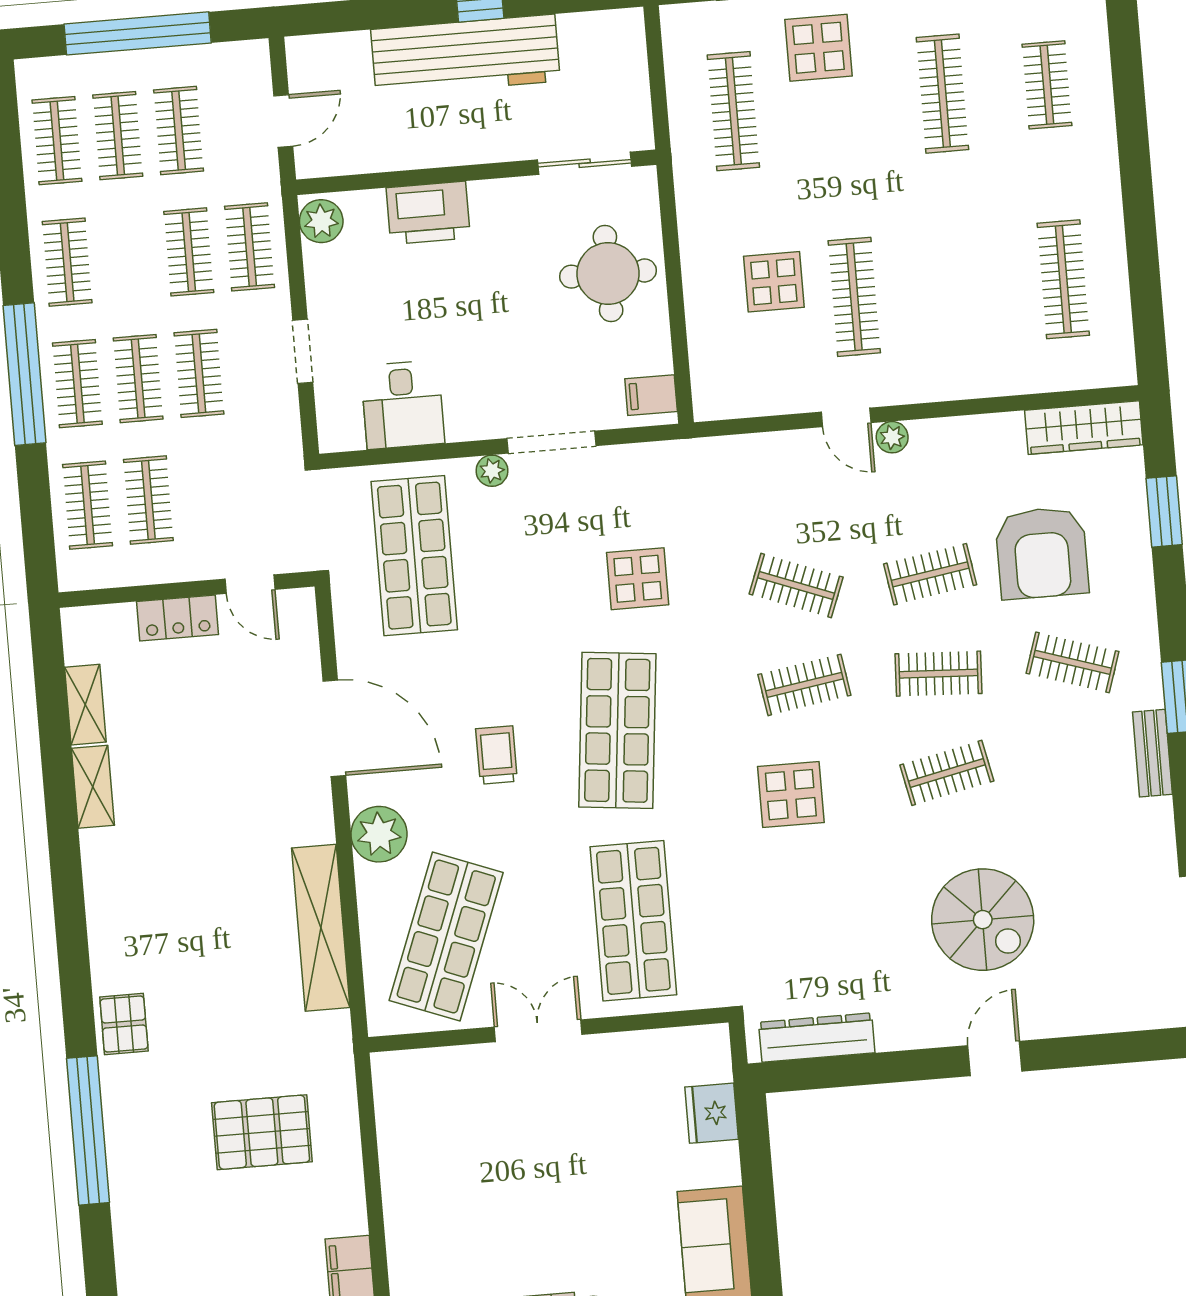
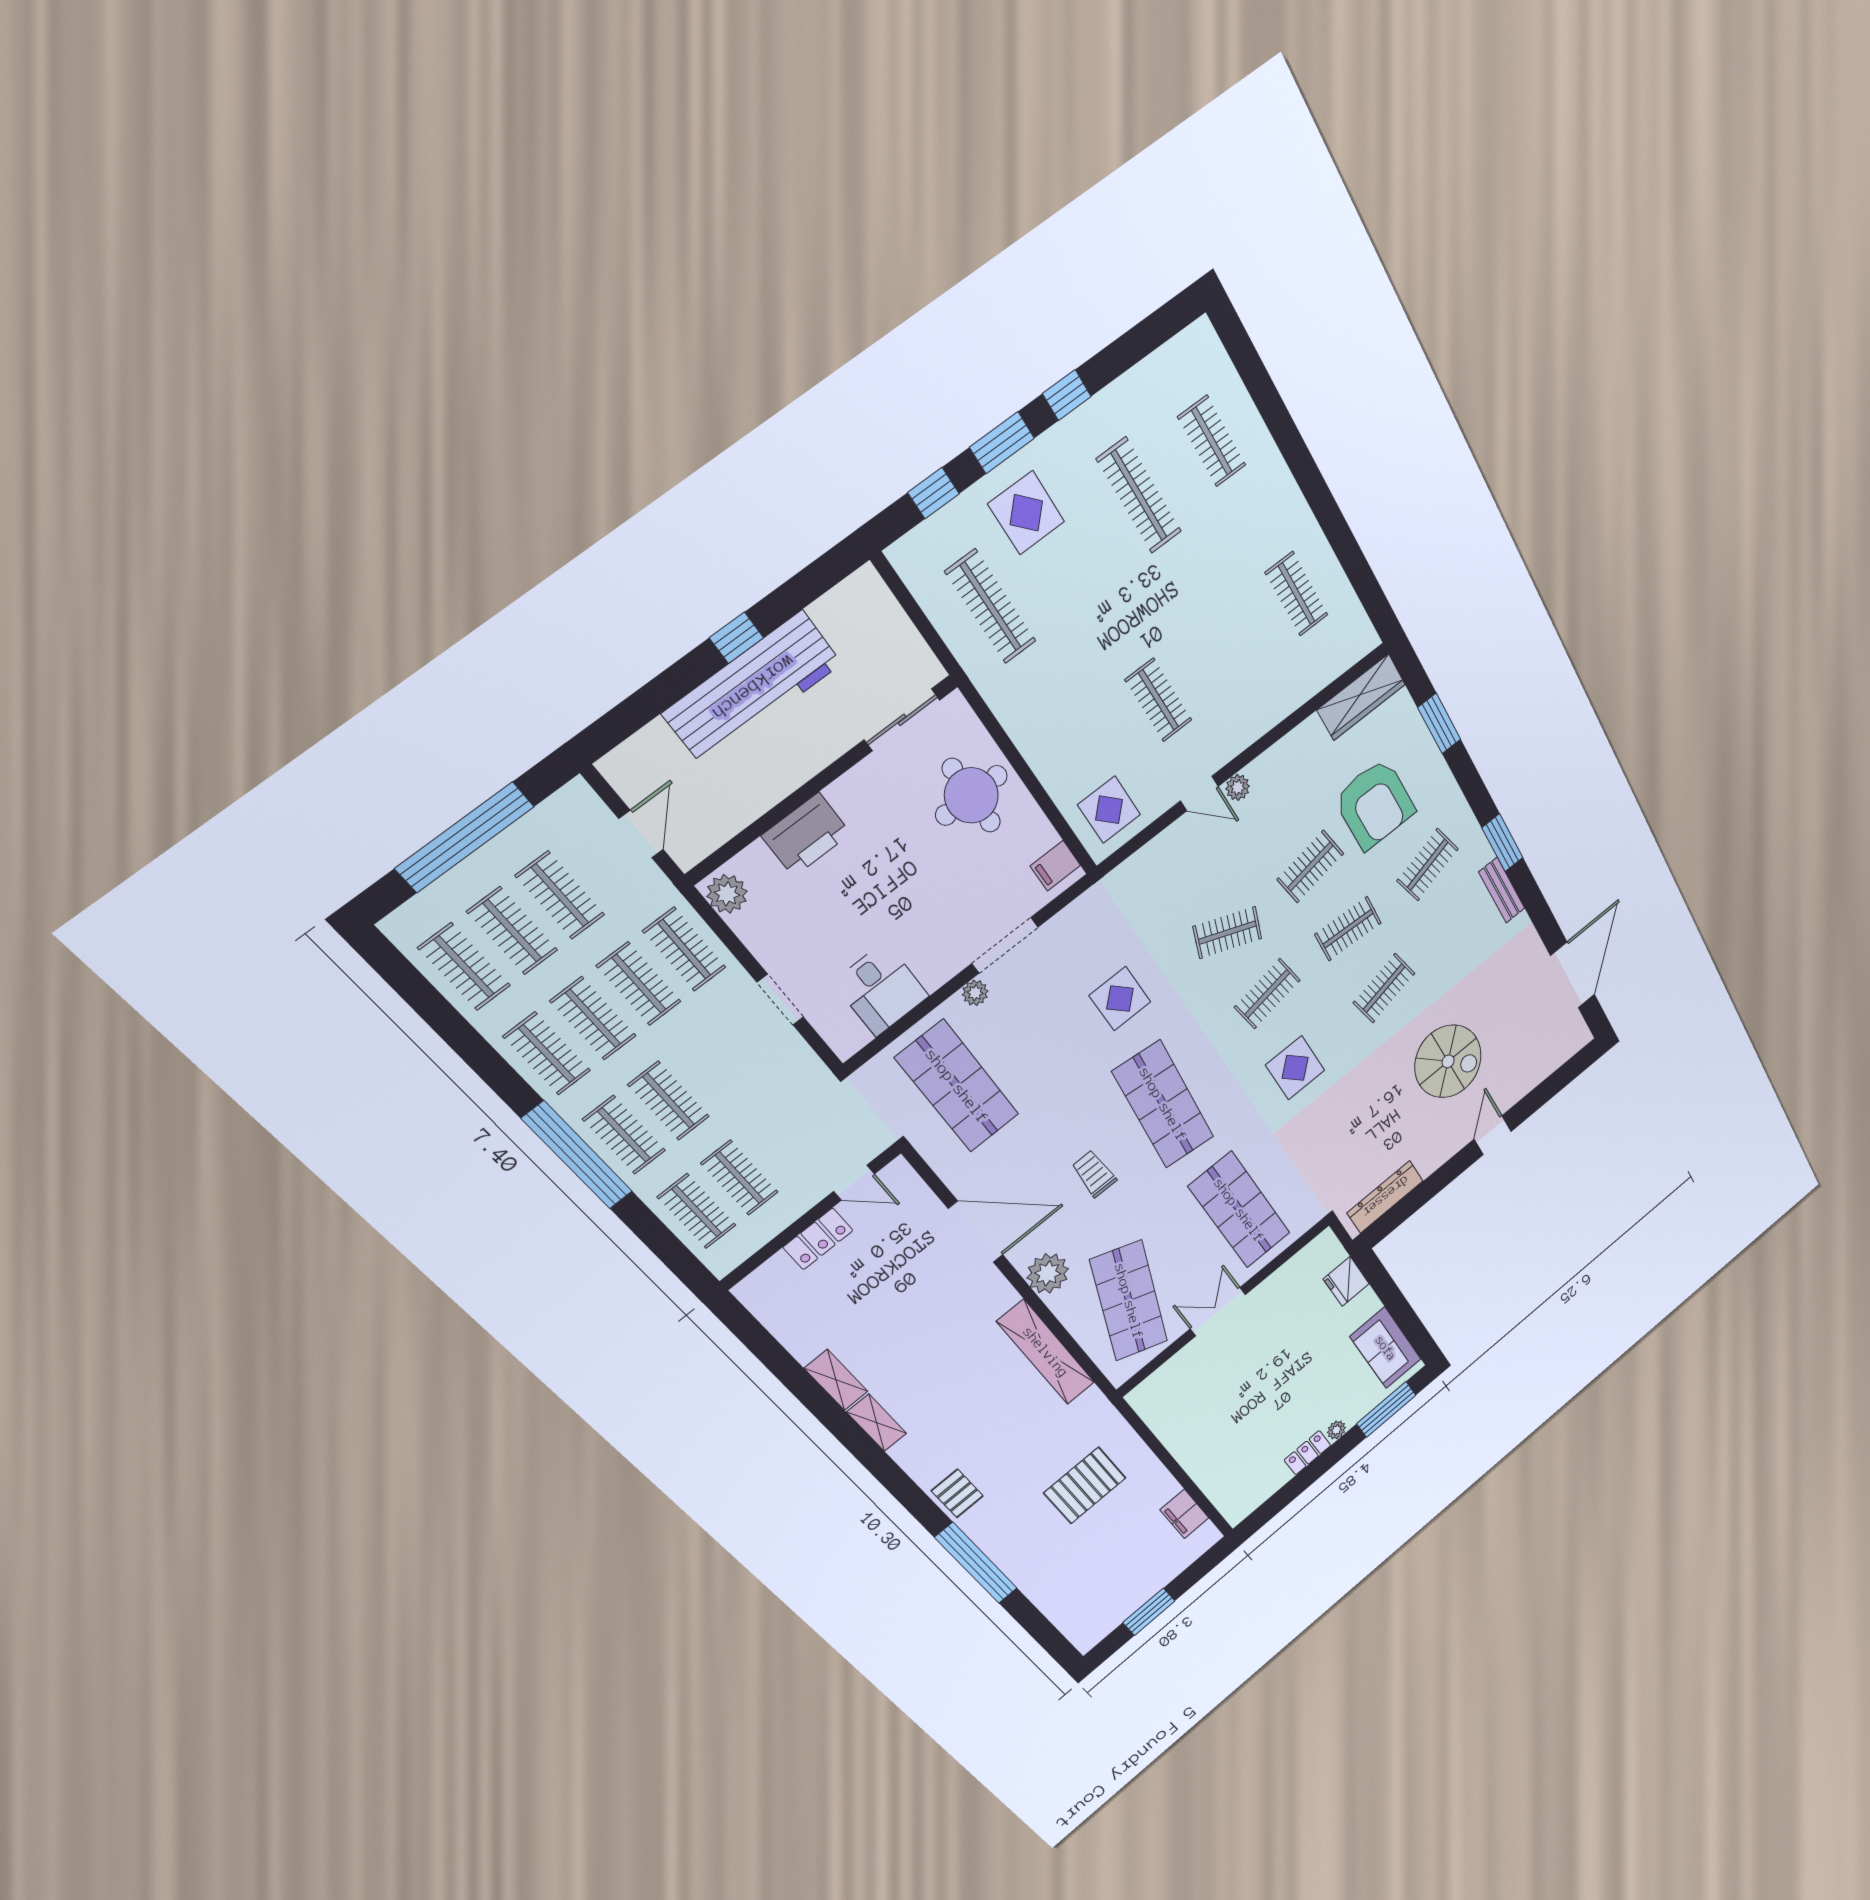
clothes rail: (1063, 279) -> (1297, 594), width x0.73
display table: (774, 282) -> (1109, 810), moved
clothes rail: (854, 297) -> (1158, 700), width x0.73
clothes rail: (199, 373) -> (593, 1019), moved
clothes rail: (1073, 662) -> (1428, 865), turned -33
shelving: (85, 705) -> (877, 1423), moved

